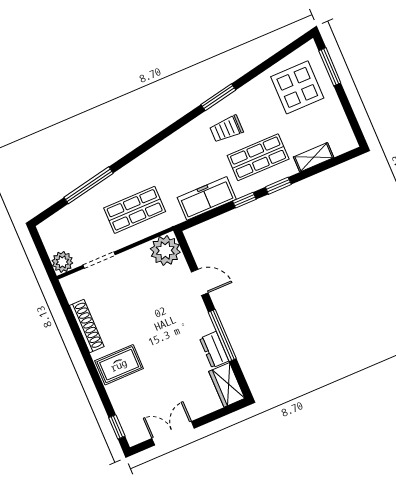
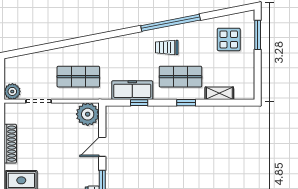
display table: (297, 87) -> (229, 39), width x0.73, depth x0.73
window: (218, 97) -> (171, 23), width x2.11
window: (89, 185) -> (53, 46), removed
window: (244, 200) -> (139, 103), moved
door: (200, 282) -> (102, 147), swing flipped

